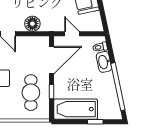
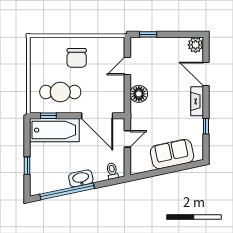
washbasin: (104, 62) -> (81, 178), moved
window: (52, 92) -> (48, 116), moved
bathtub: (76, 109) -> (54, 130), moved, turned 90

